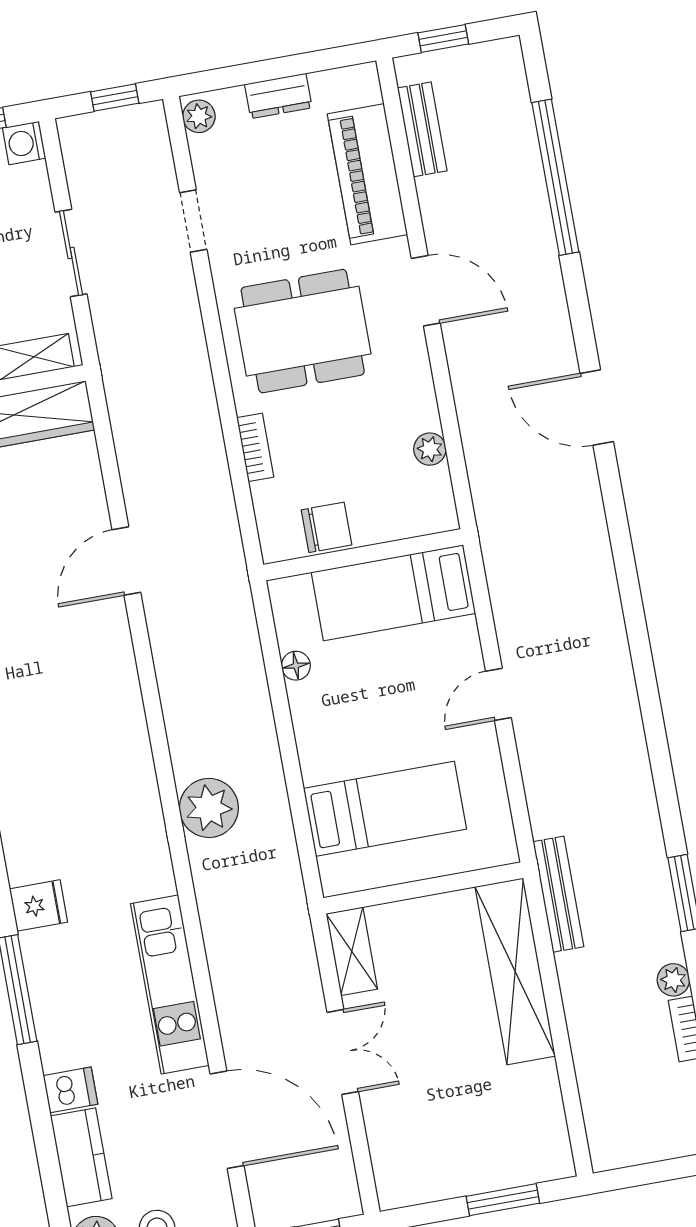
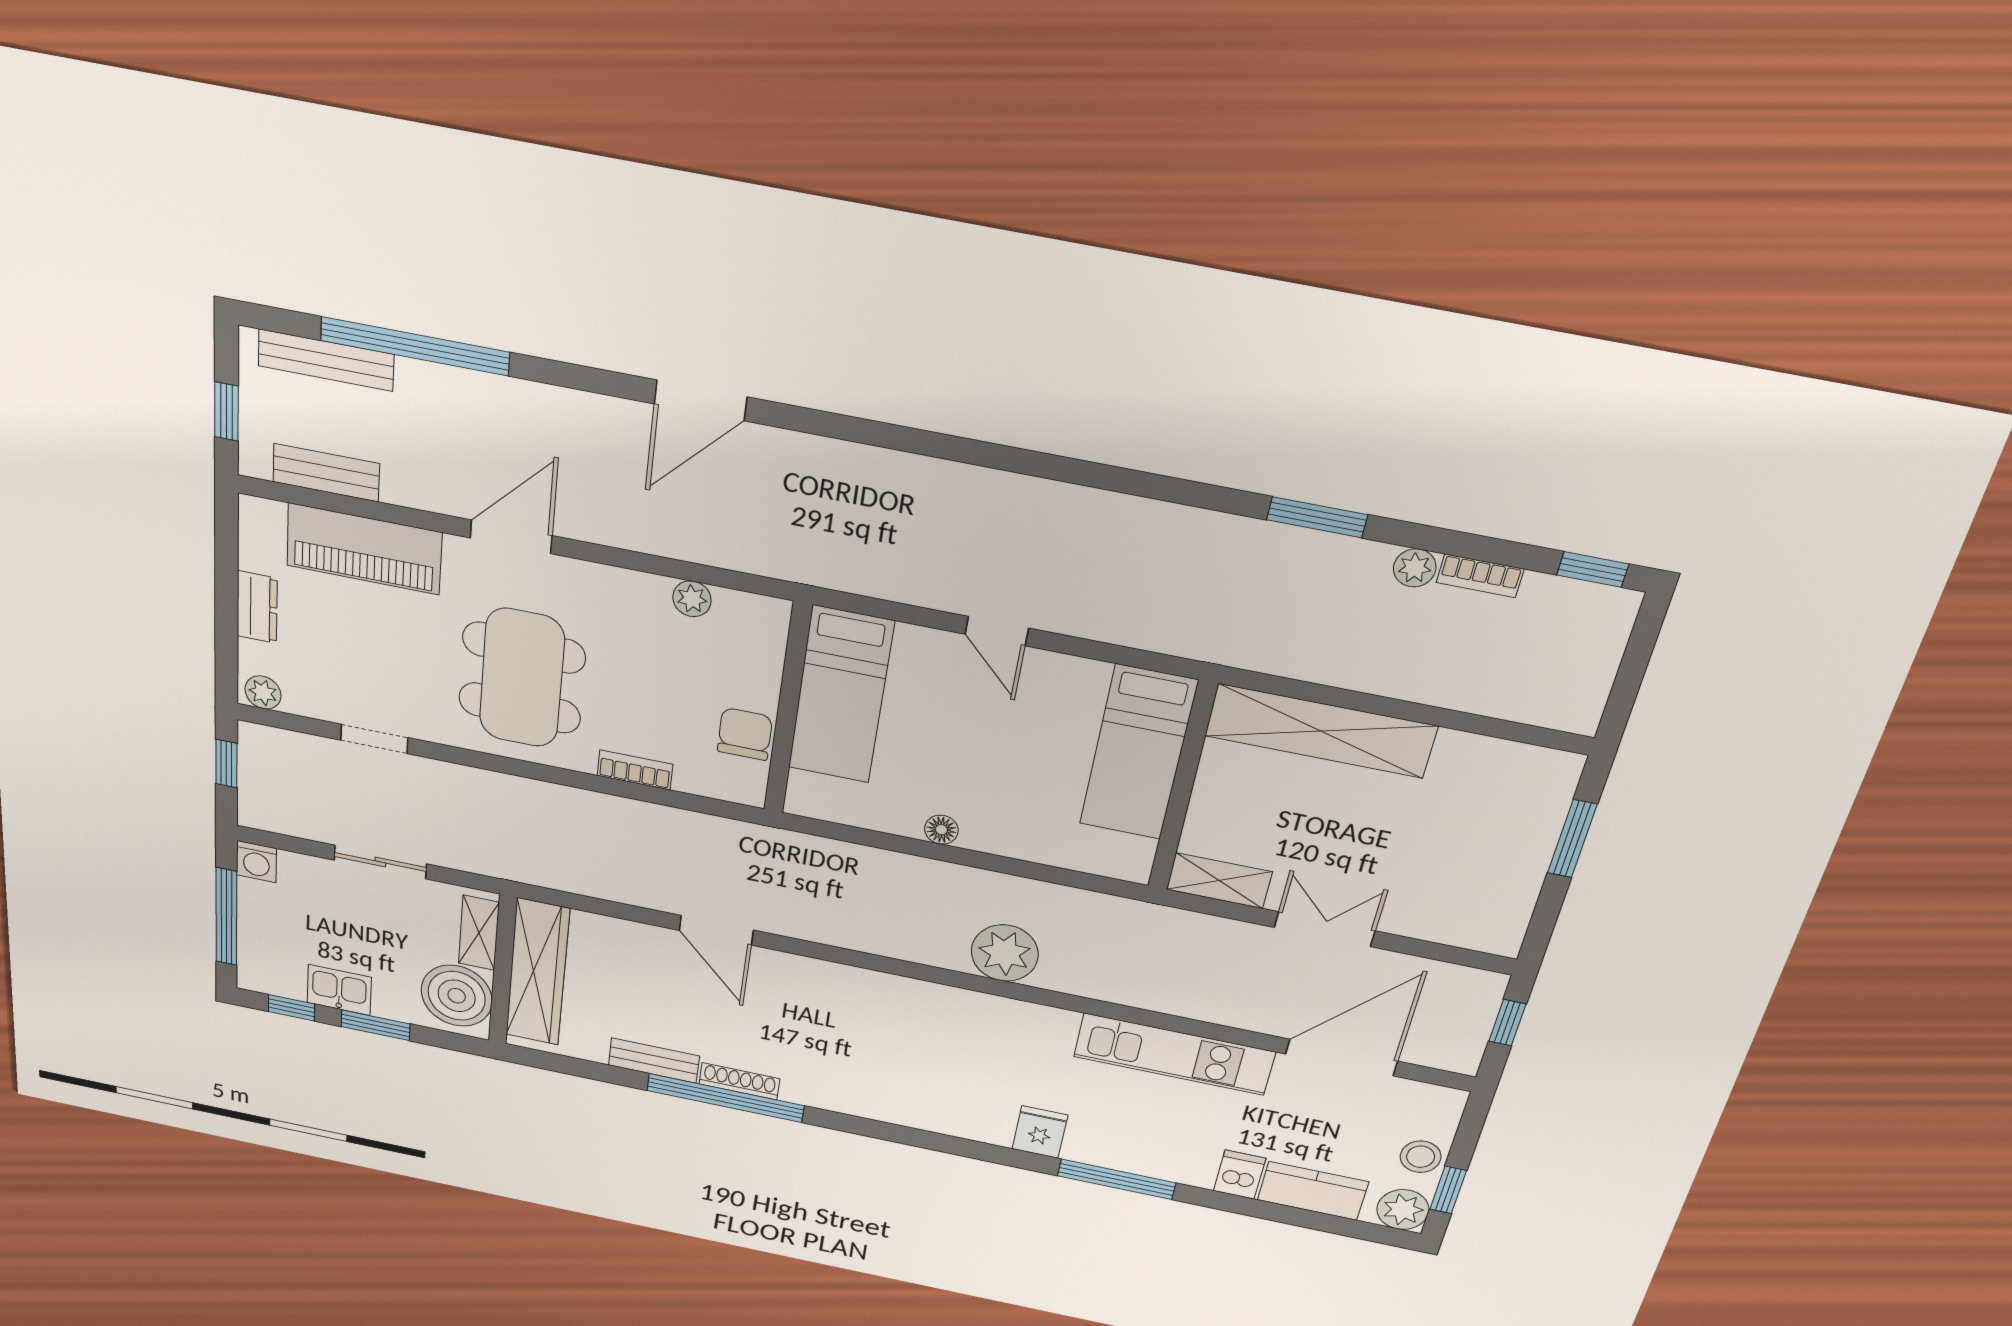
floor lamp: (296, 666) -> (941, 830), moved
bed: (385, 809) -> (1138, 753), moved, turned 180
bench: (558, 894) -> (326, 360), moved

